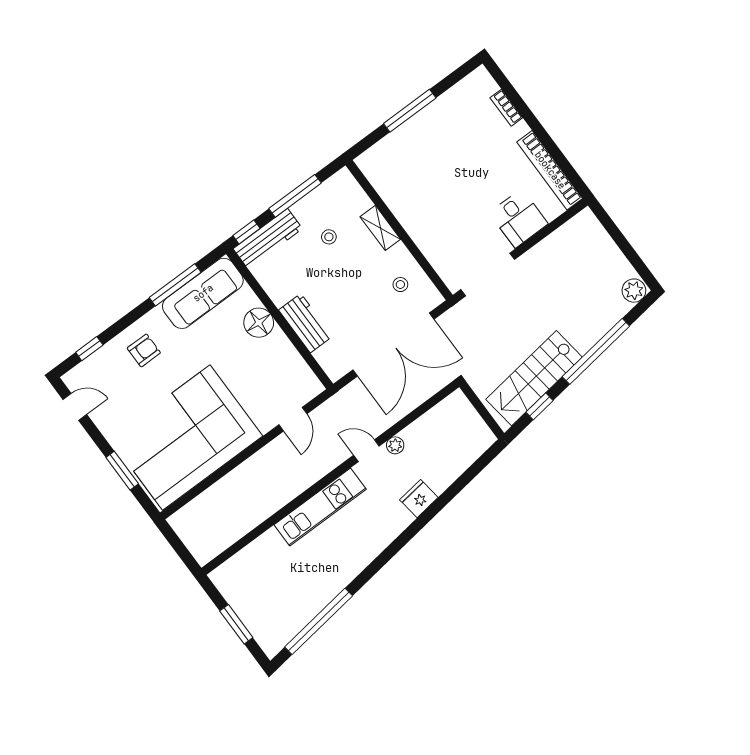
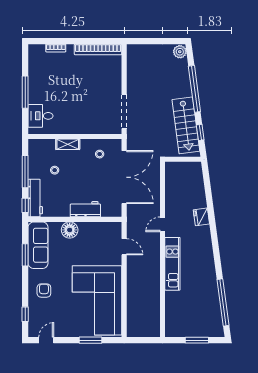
desk: (519, 218) -> (40, 116), moved, turned 180
window: (175, 285) -> (25, 255), width x0.69
plant: (395, 445) -> (170, 210), removed

